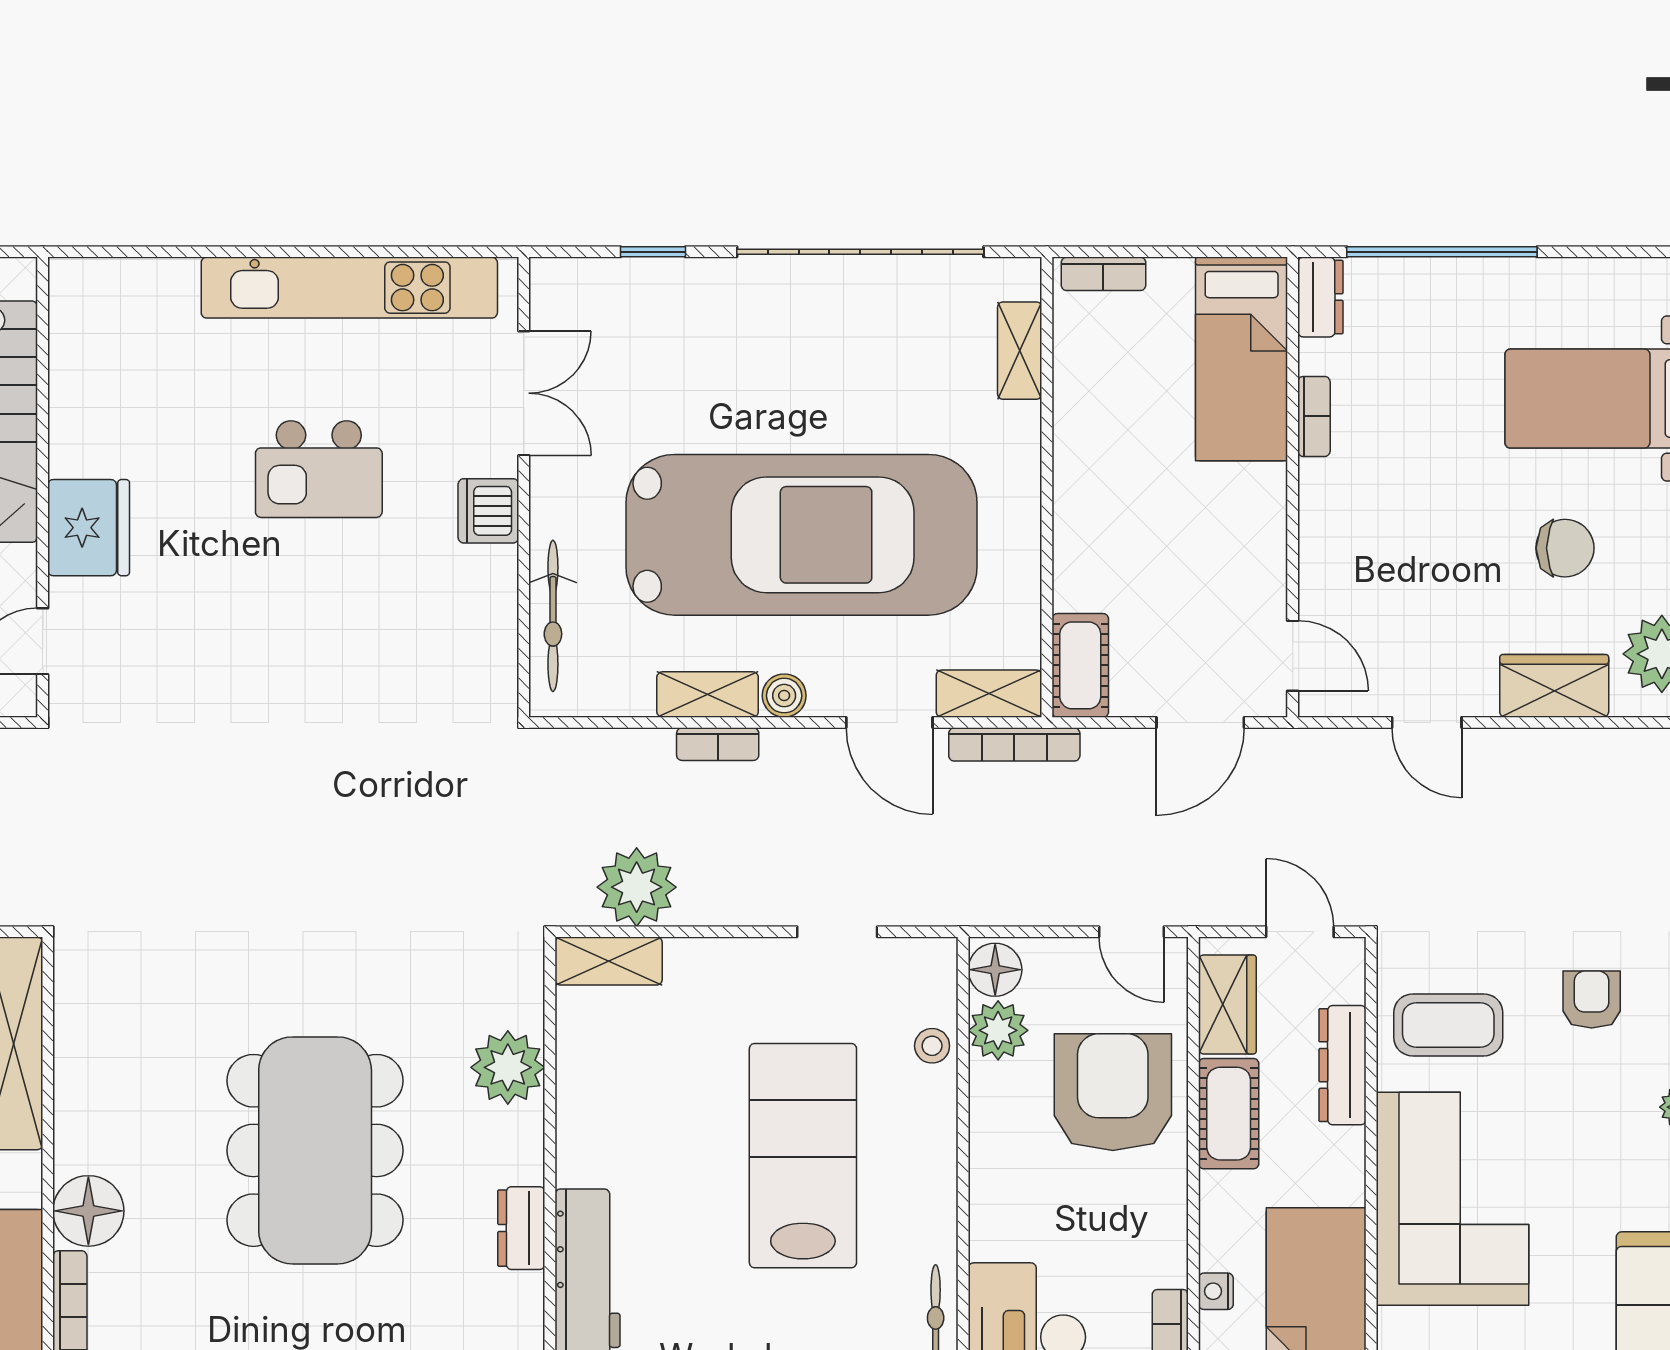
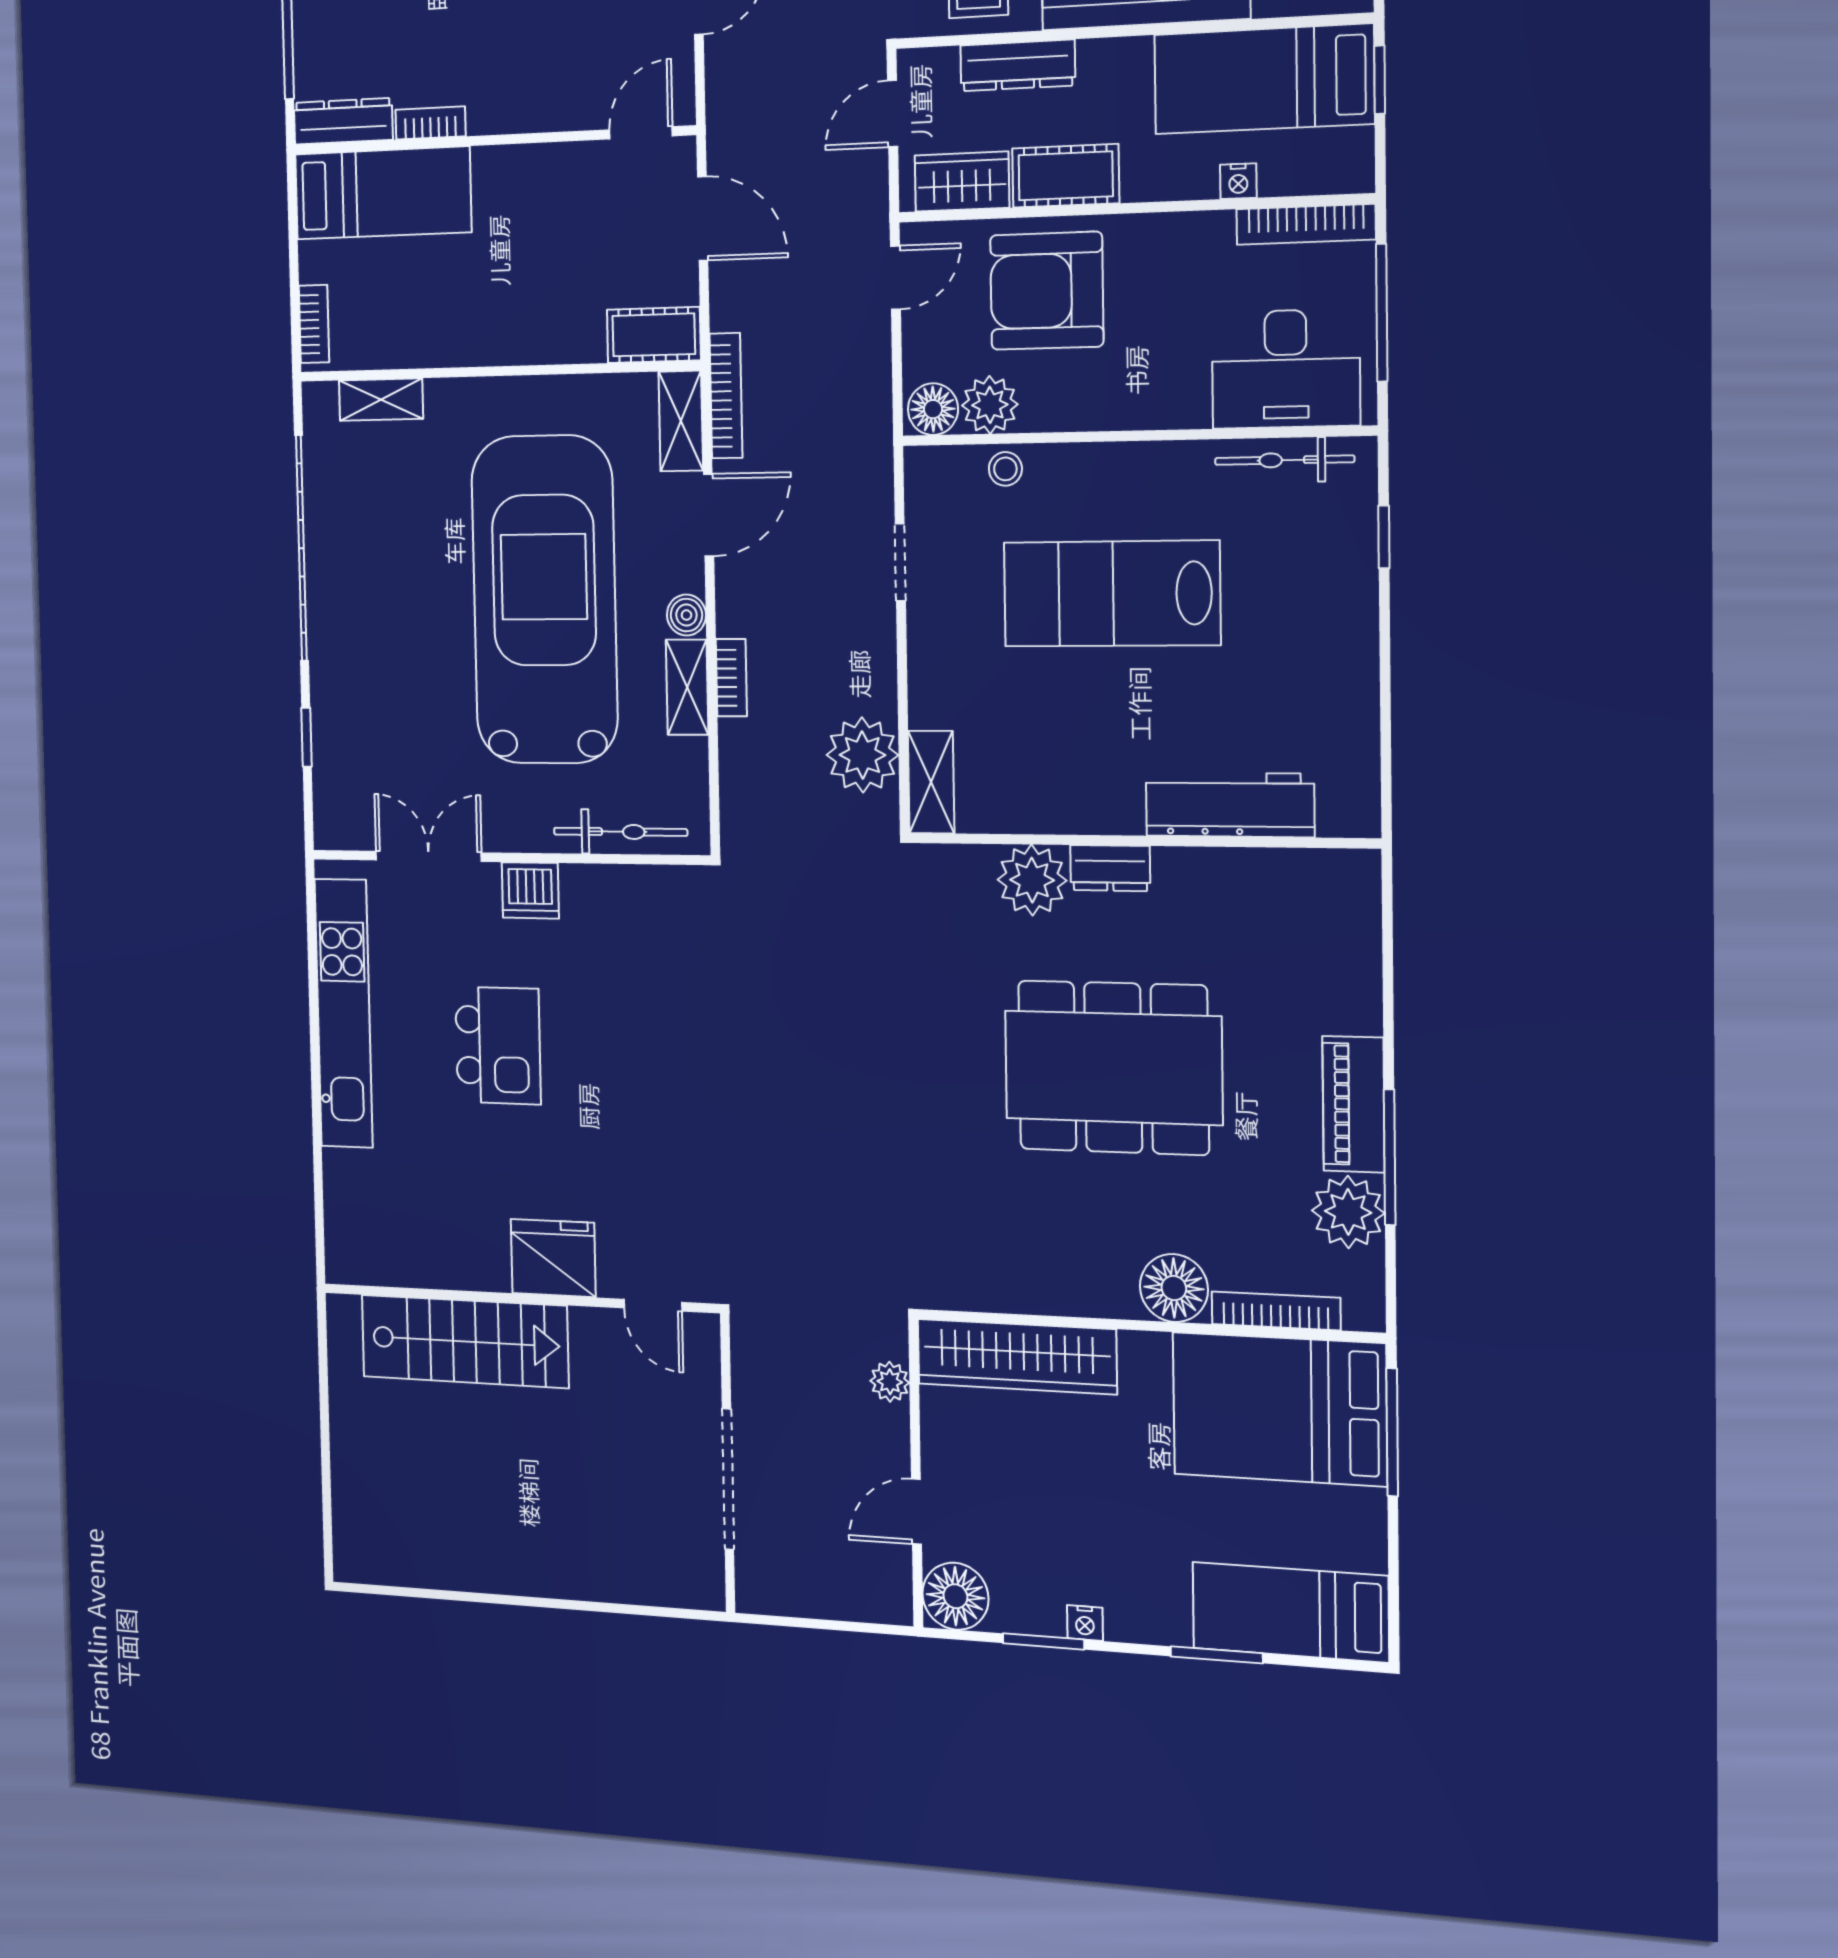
dresser: (1320, 297) -> (343, 121), width x1.44
dresser: (521, 1228) -> (1110, 868), moved

